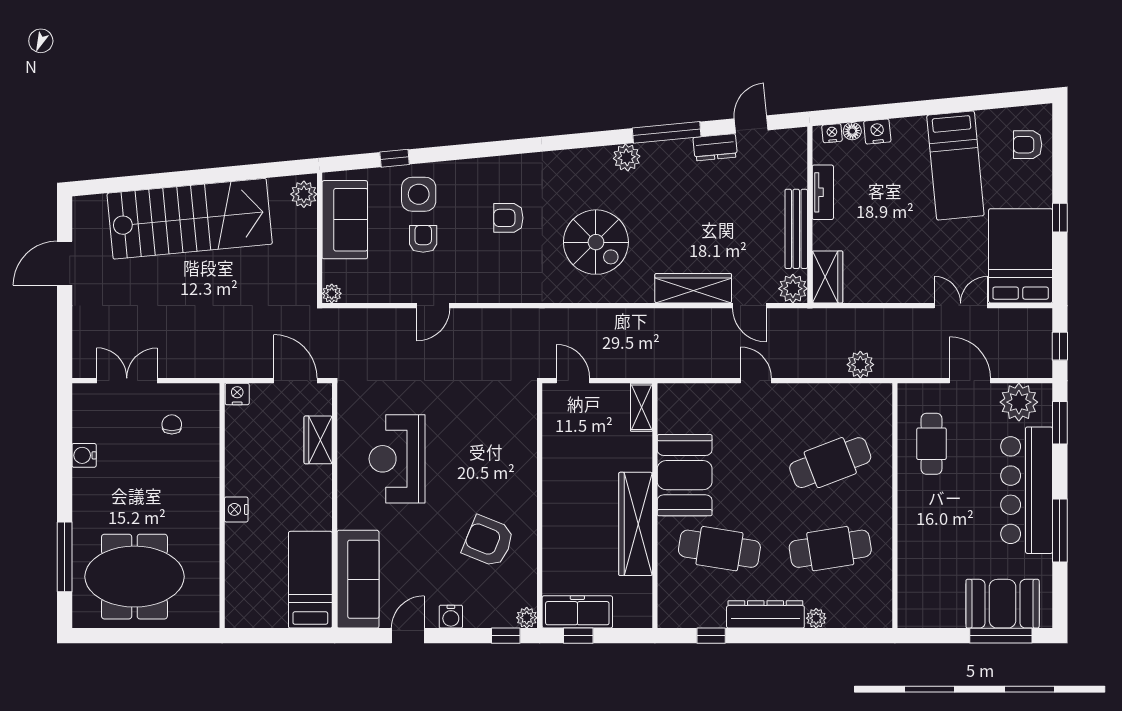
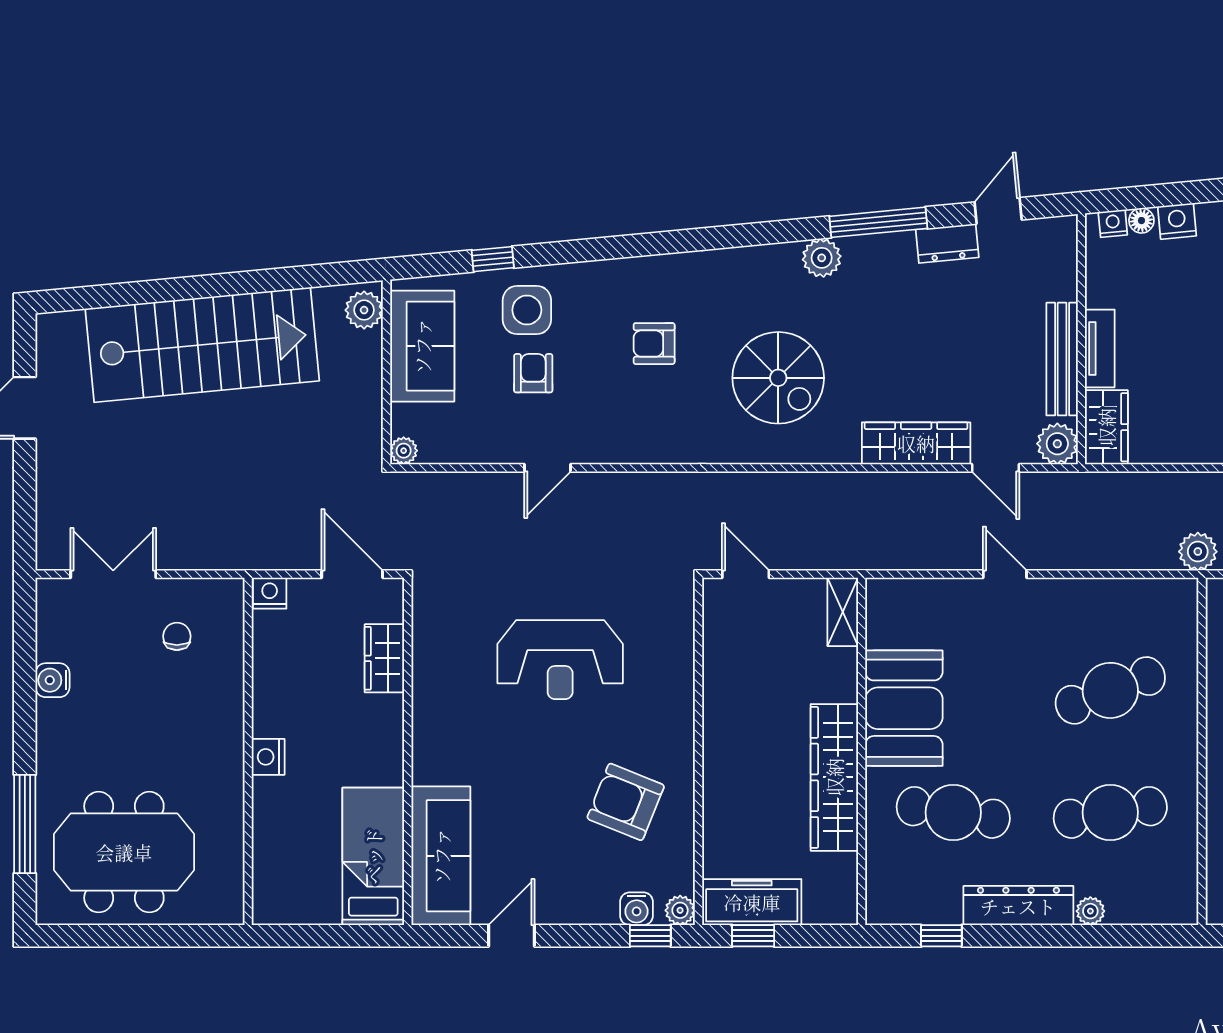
tv unit: (823, 192) -> (1100, 348), moved
plant: (860, 365) -> (1198, 552), moved
reception desk: (397, 459) -> (560, 660), moved, turned -90
water cooler: (451, 617) -> (637, 909), moved

